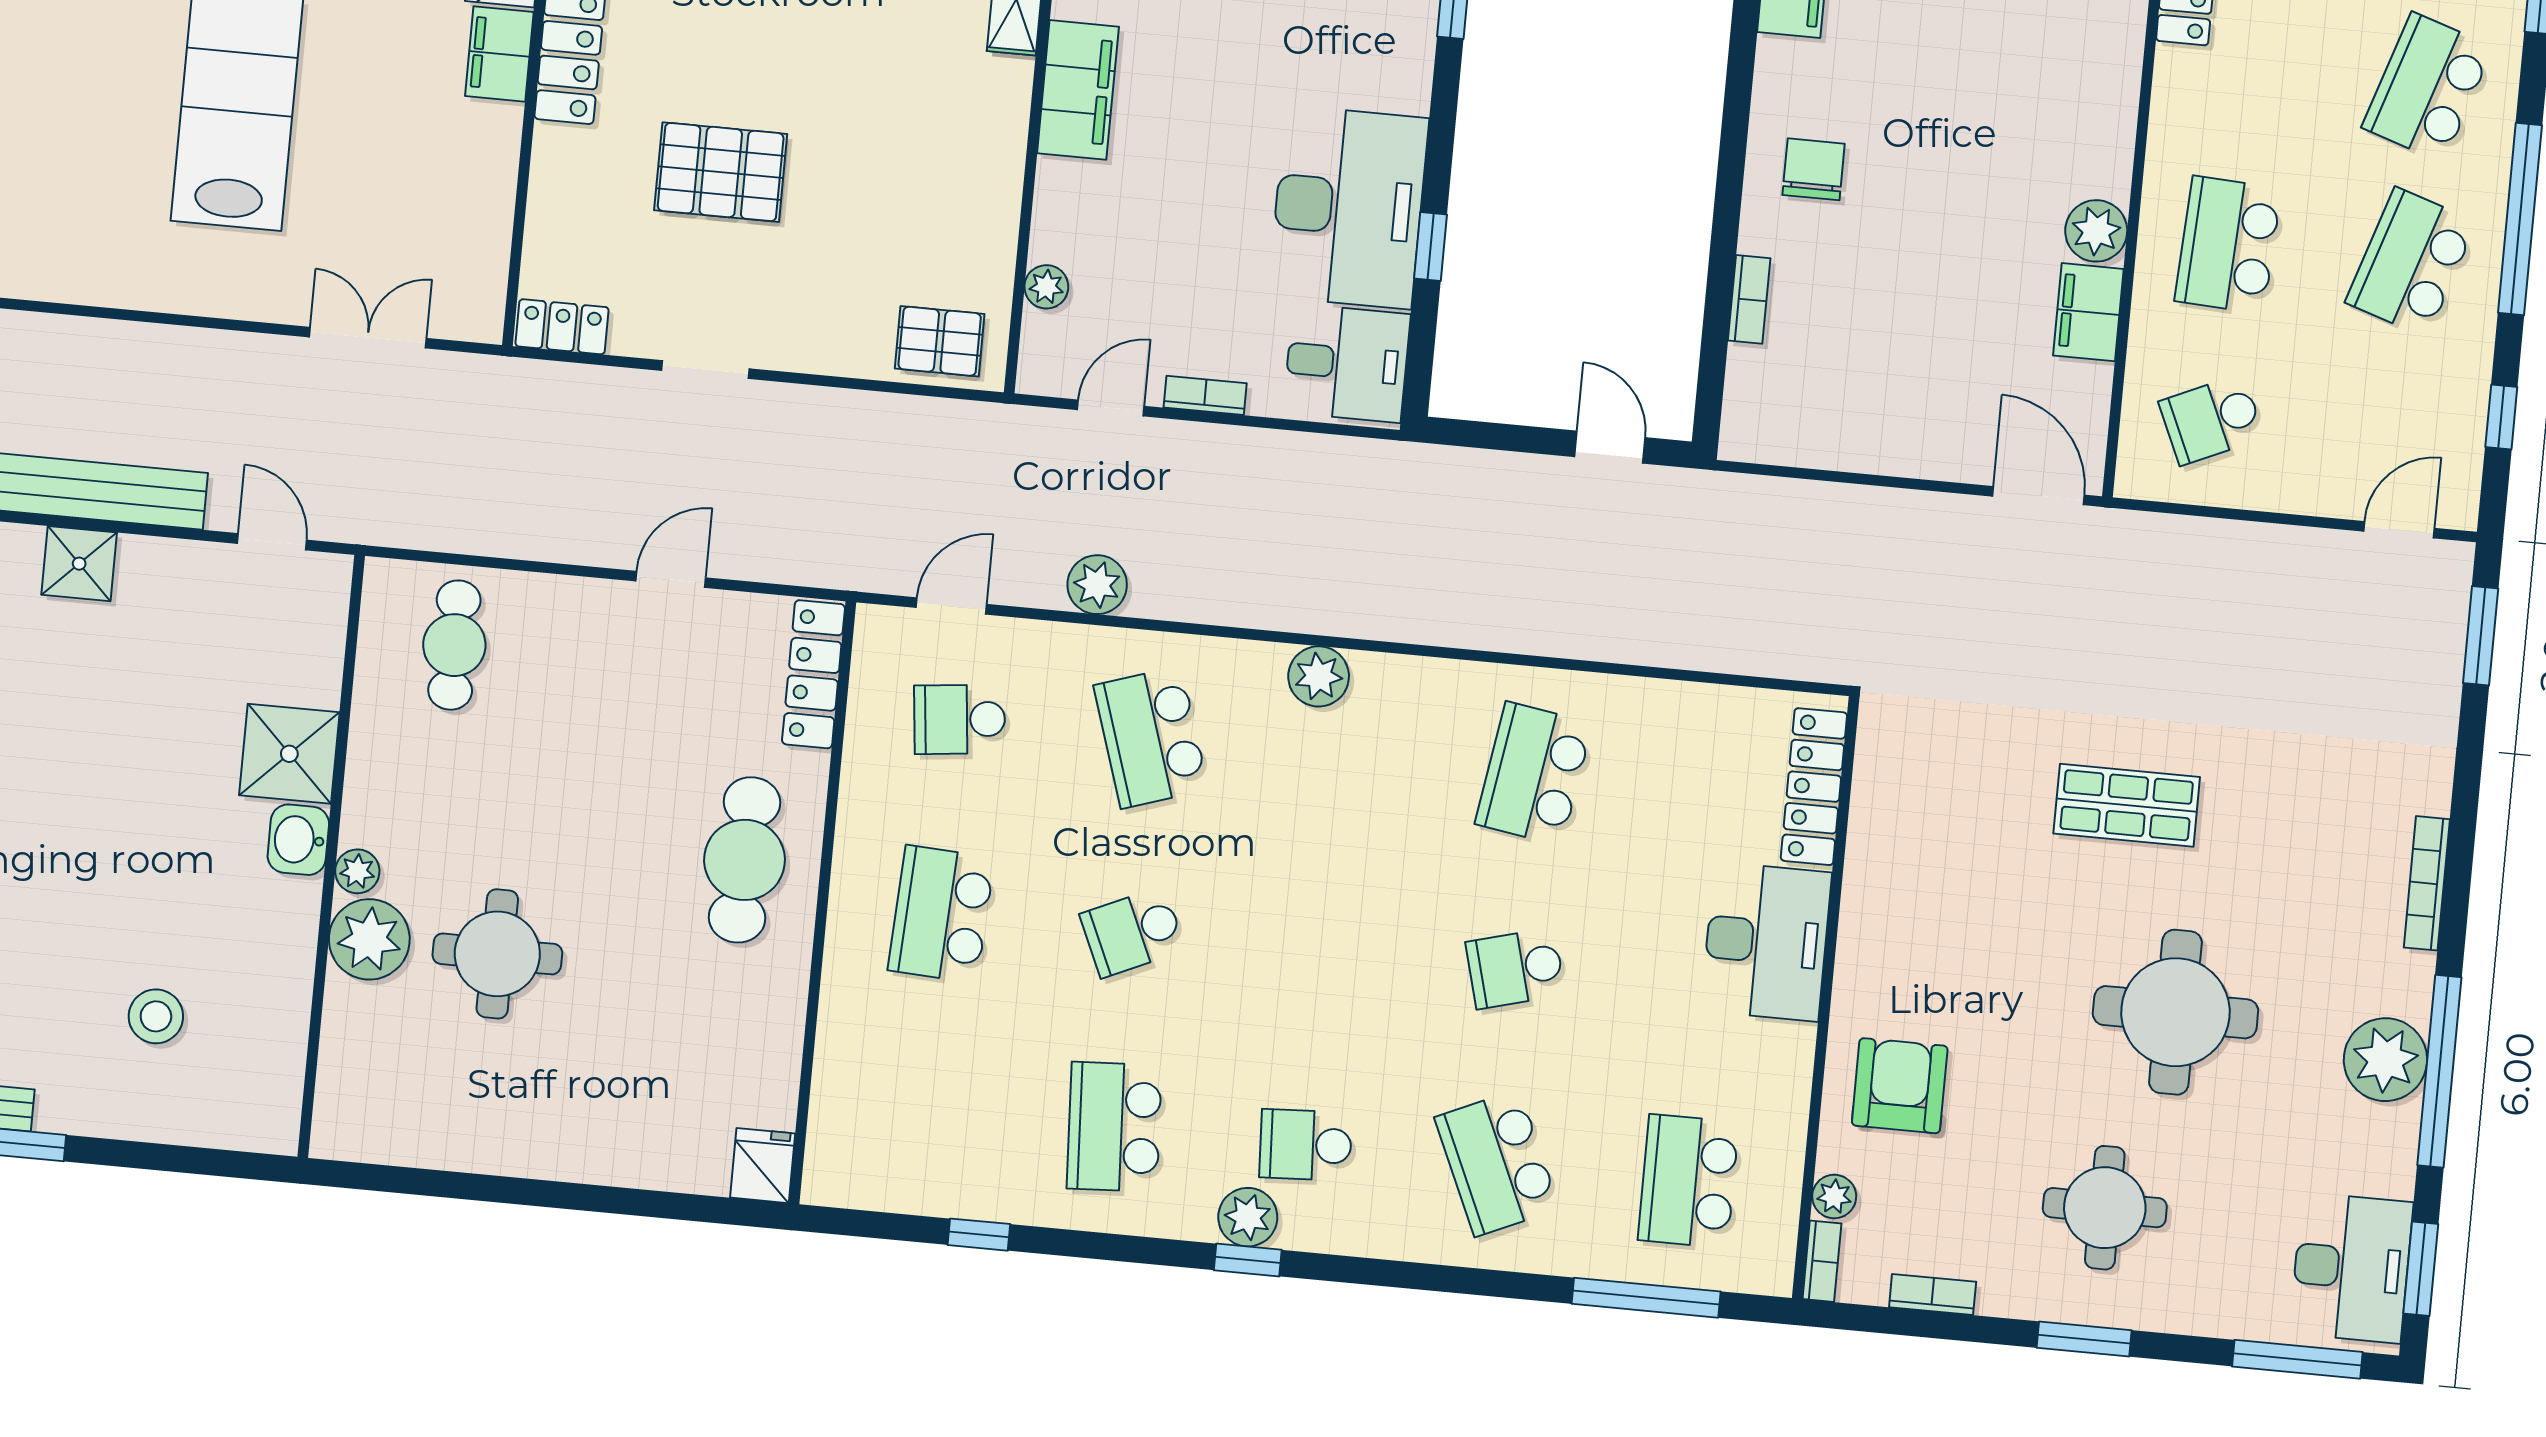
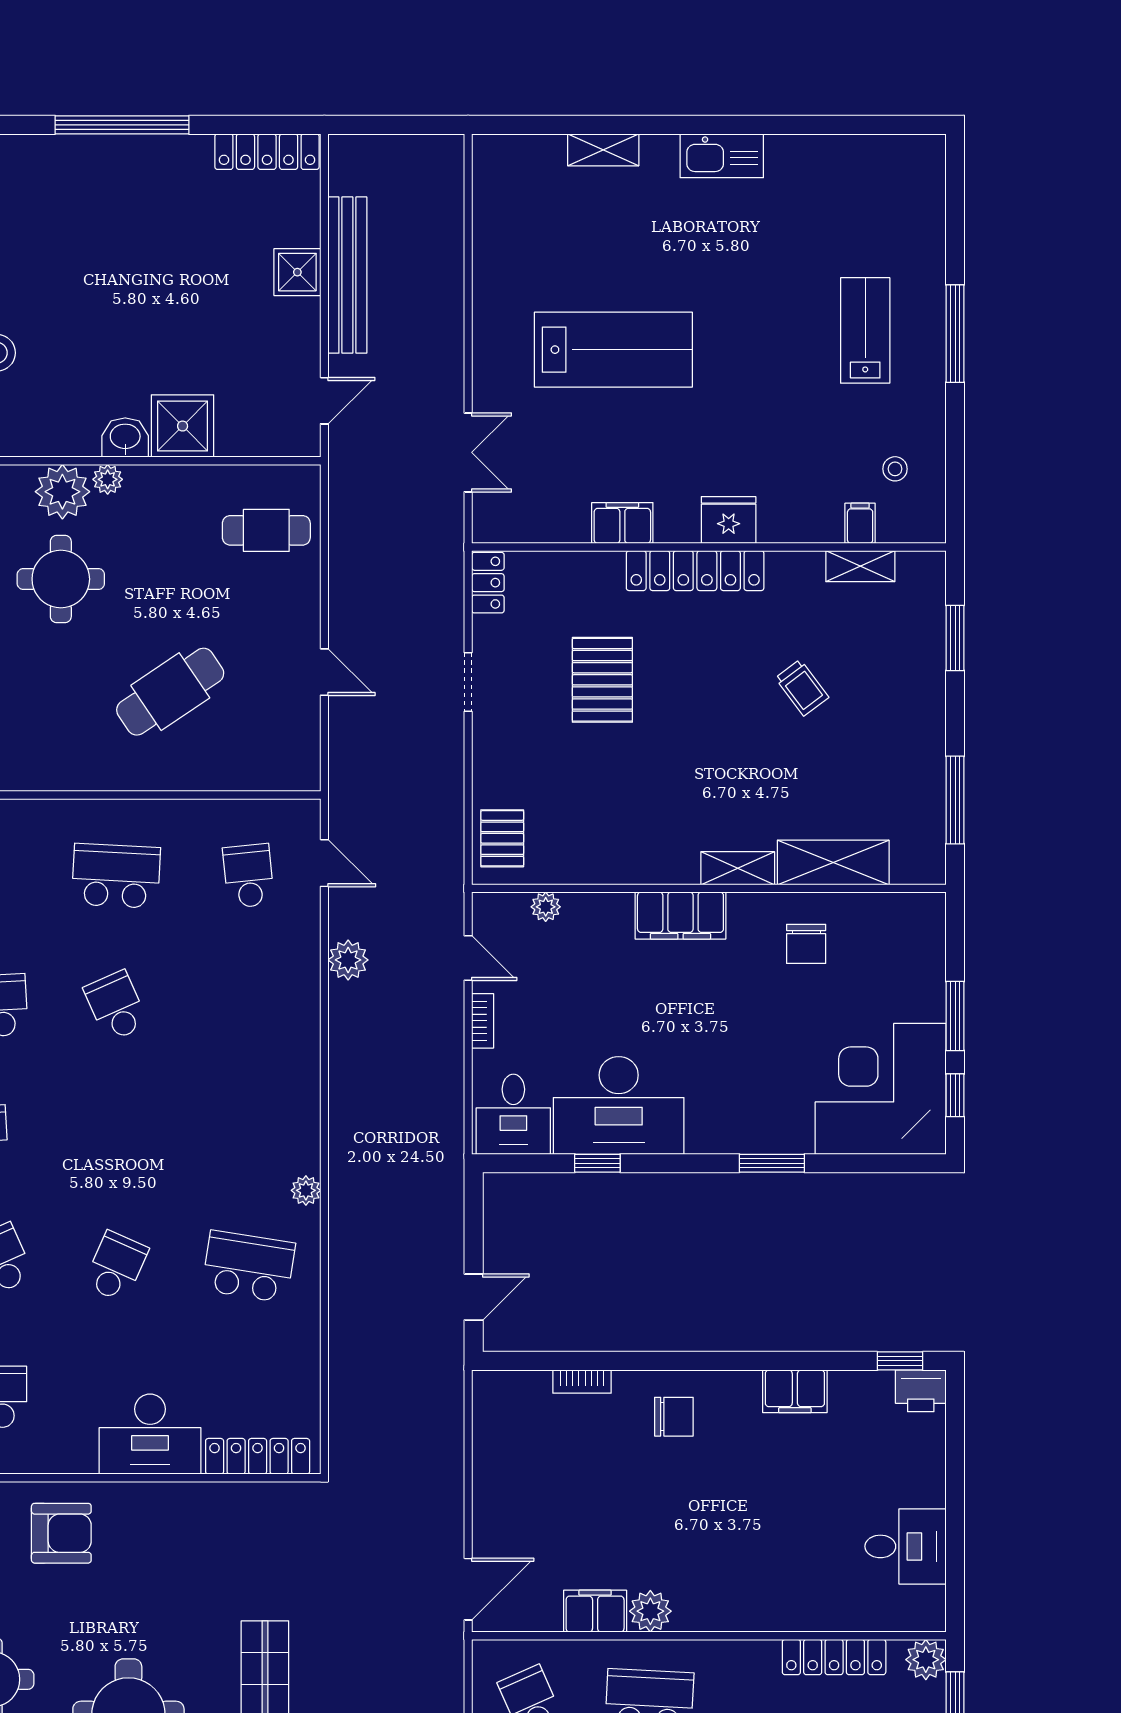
filing cabinet: (499, 54) -> (622, 523), moved
locker: (813, 674) -> (270, 774), removed
plant: (1319, 676) -> (306, 1190), moved, width x0.73, depth x0.73
school desk: (1151, 737) -> (248, 1006), removed
cafe table: (744, 860) -> (170, 692), moved, turned -36
school desk: (1515, 968) -> (116, 1267), turned 39

